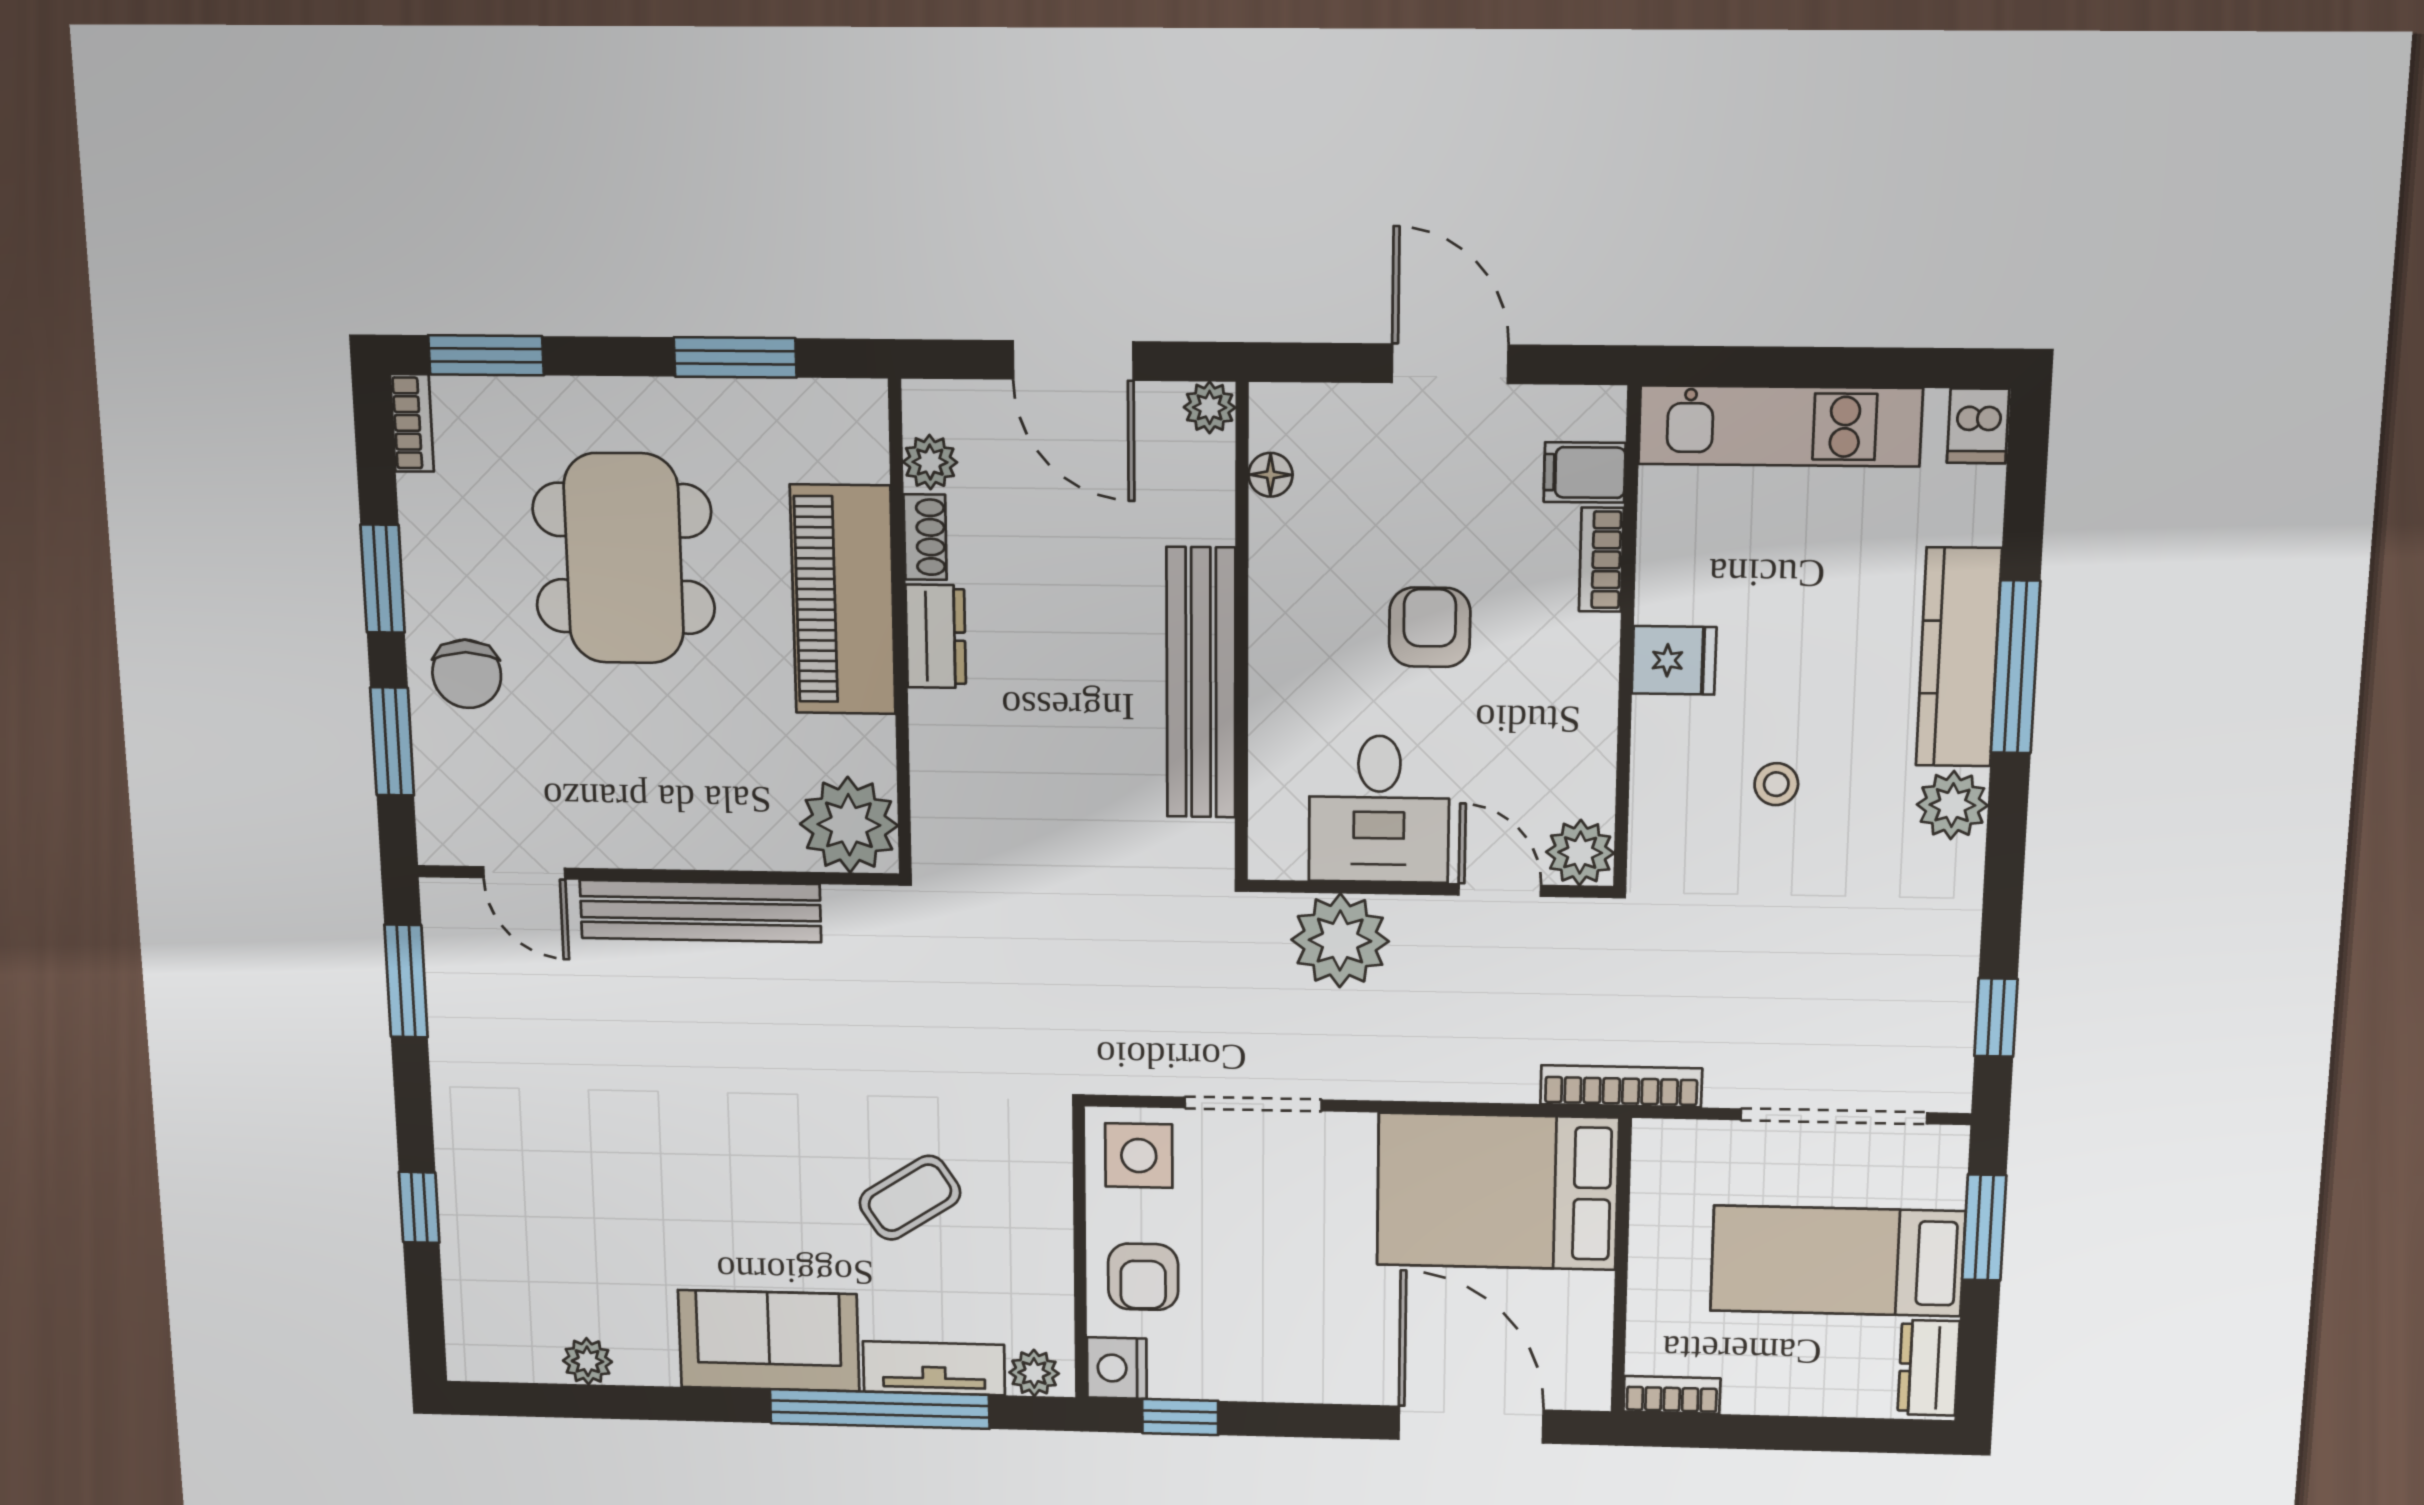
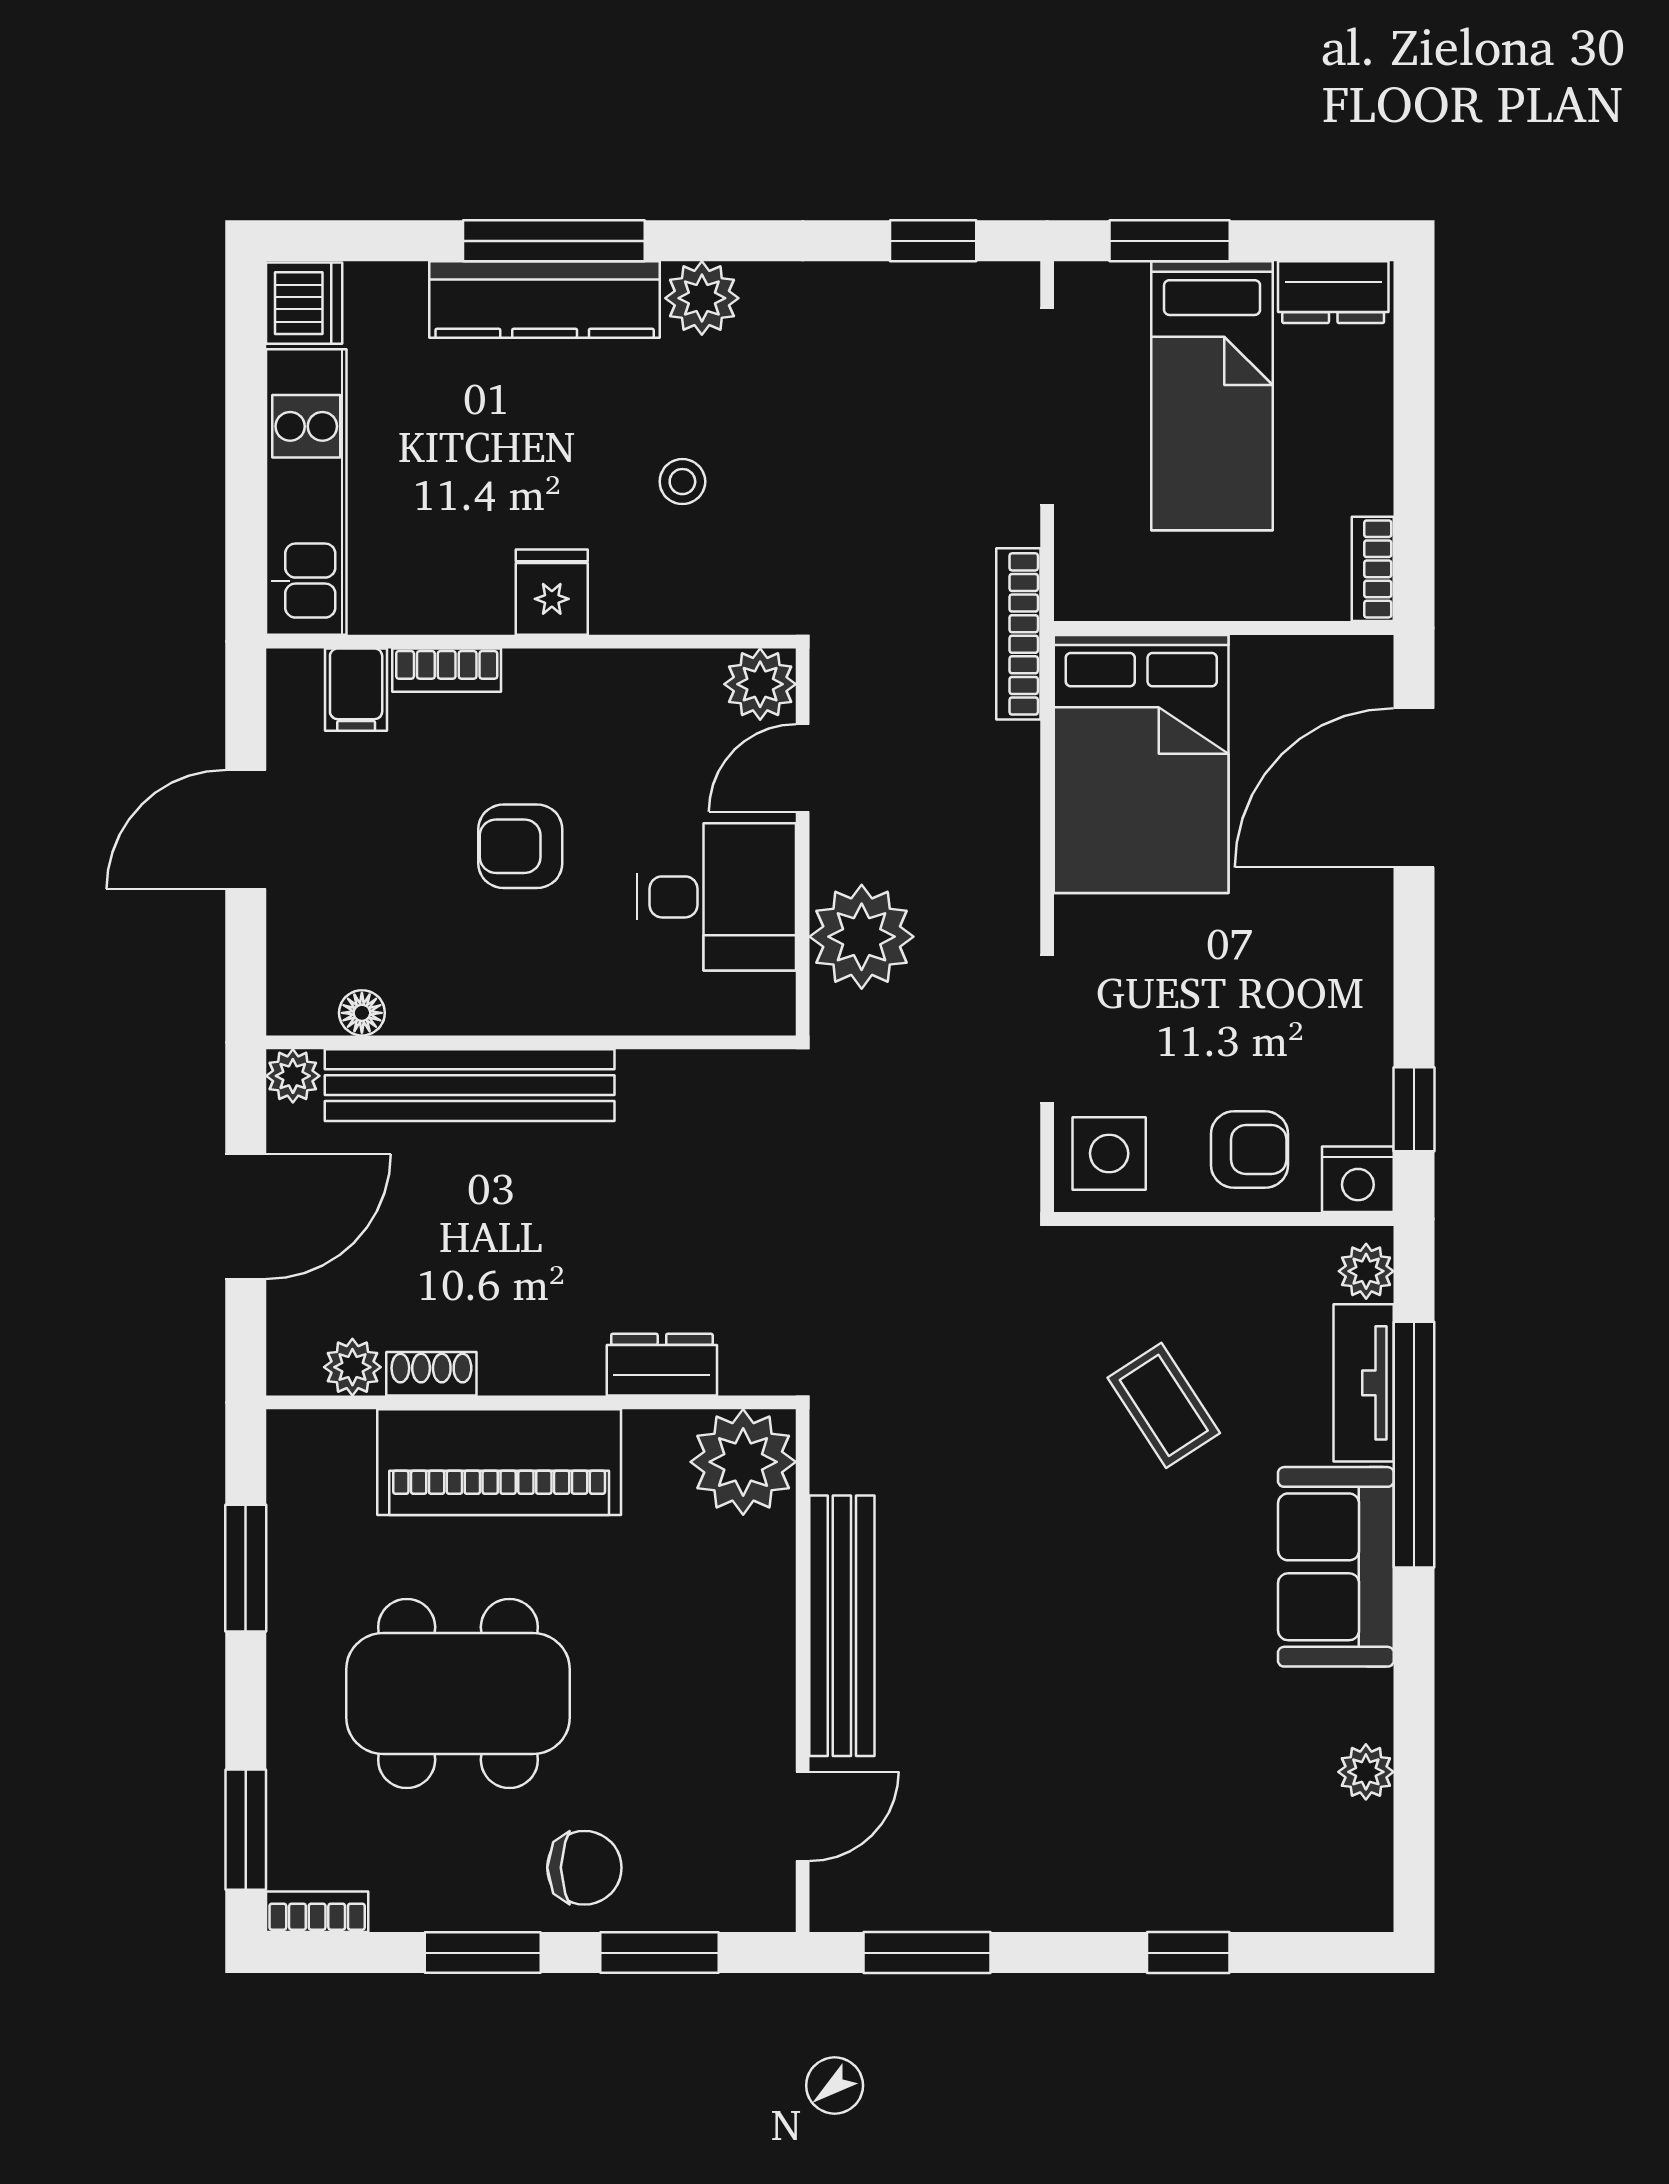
dishwasher: (1978, 426) -> (304, 303), width x1.38
dresser: (936, 636) -> (662, 1365), moved
bench: (1201, 683) -> (470, 1085), moved

